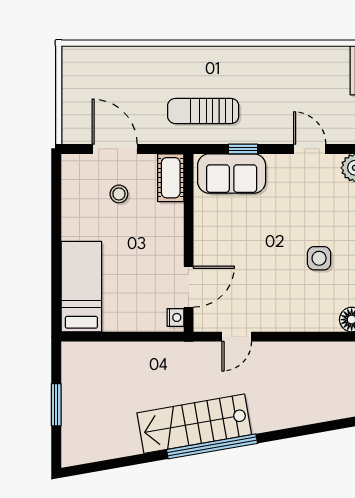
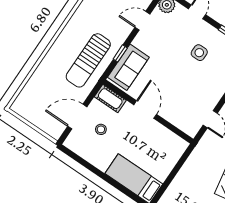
sun lounger: (203, 111) -> (88, 60), width x1.36, depth x1.34
door: (189, 287) -> (145, 110), moved
nightstand: (175, 317) -> (180, 143), removed

